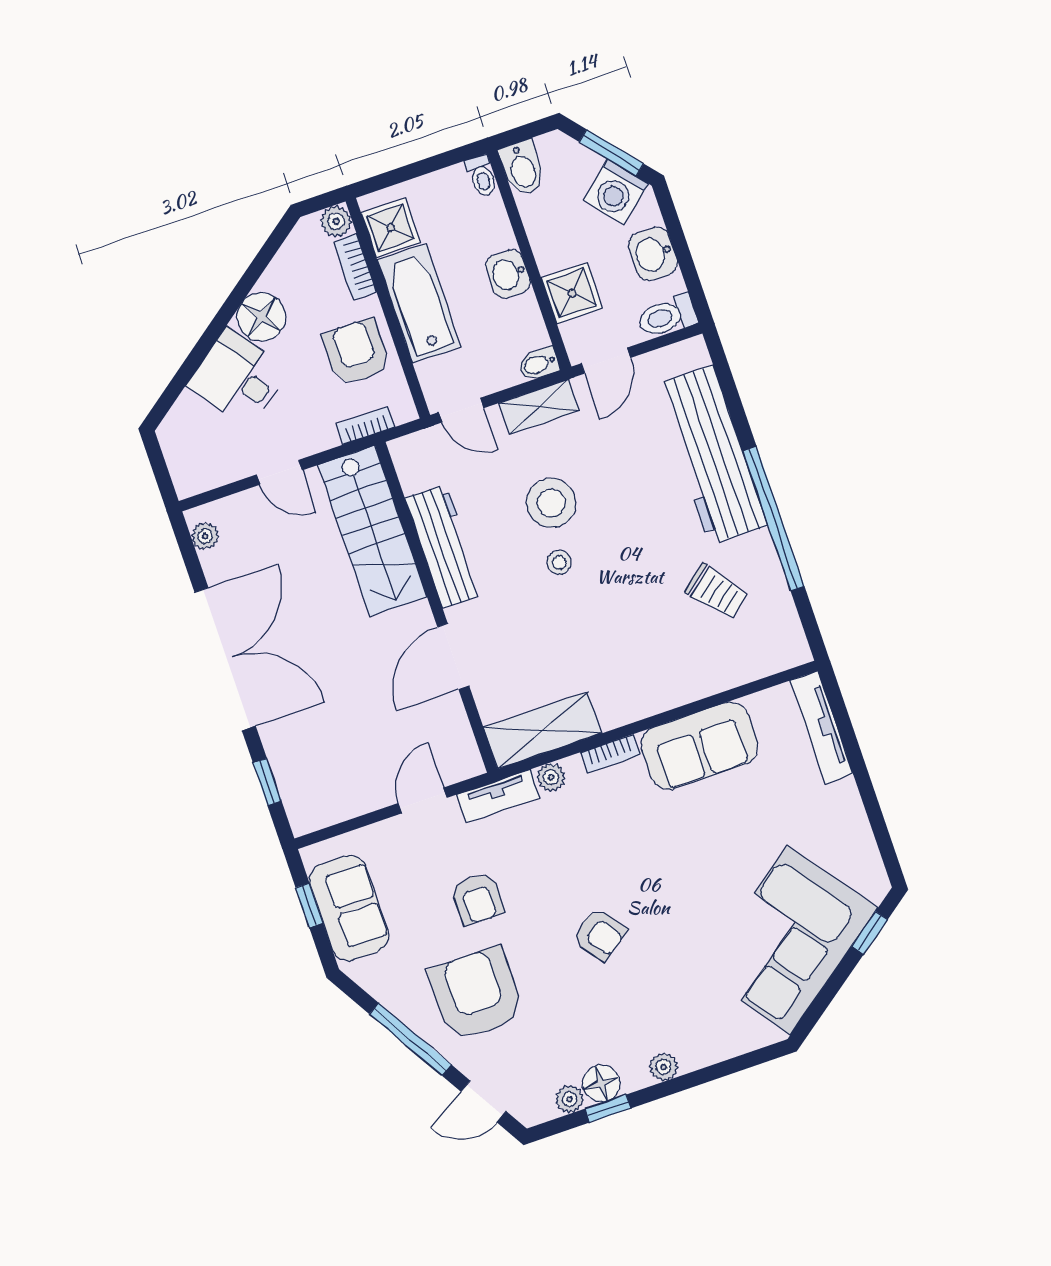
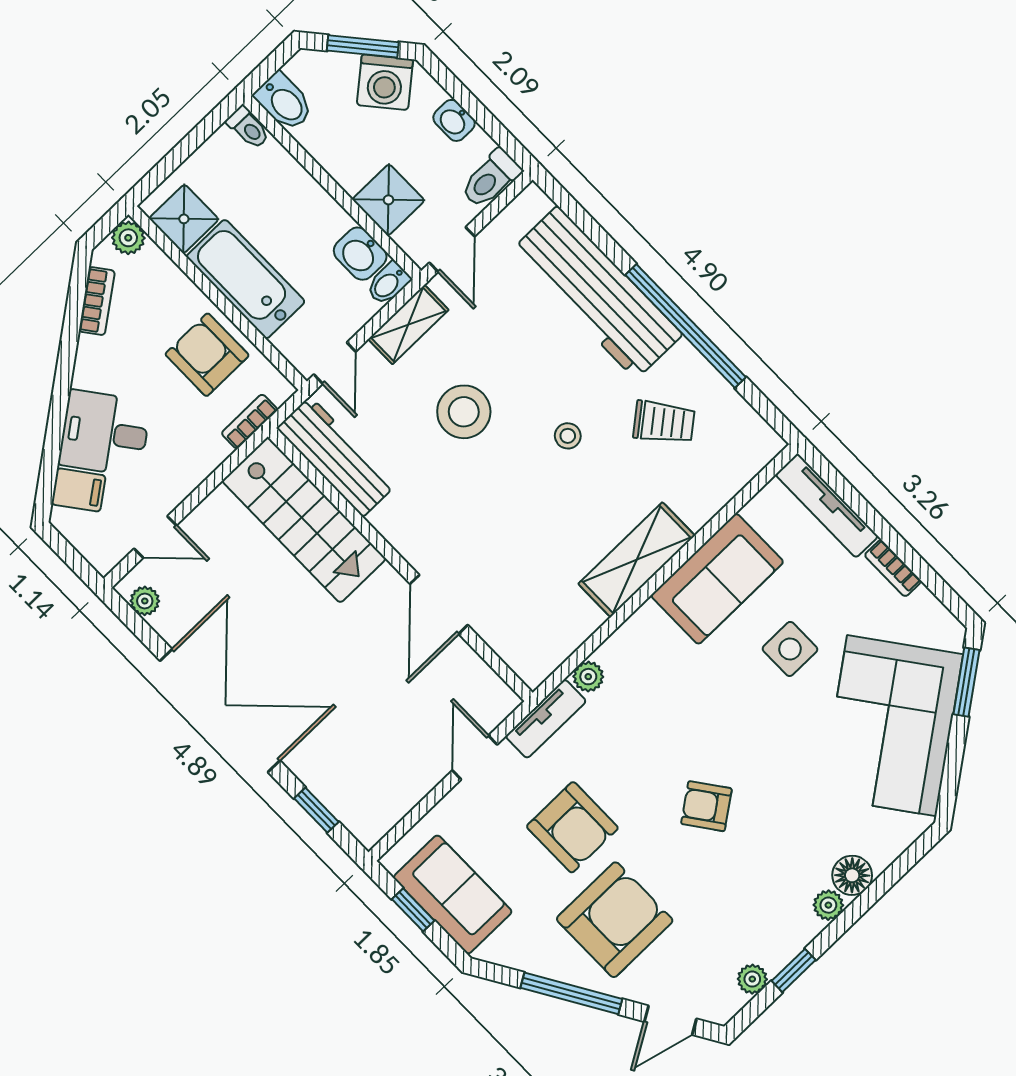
washbasin: (653, 254) -> (454, 120), width x0.72, depth x0.69
bookcase: (355, 267) -> (97, 301), moved, turned -127
washbasin: (508, 274) -> (360, 254), moved
floor lamp: (261, 317) -> (99, 364), removed
door: (461, 410) -> (335, 363), hinge flipped
filing cabinet: (193, 415) -> (78, 490), added
door: (279, 472) -> (155, 537), moved
workbench: (444, 546) -> (336, 457), moved
stool: (559, 562) -> (568, 436), moved
shelving: (542, 730) -> (637, 560), moved
bookcase: (610, 754) -> (893, 568), moved, turned 90
side table: (733, 834) -> (790, 649), added
armchair: (477, 899) -> (572, 827), width x1.38, depth x1.38
window: (870, 933) -> (966, 682), width x1.50
armchair: (600, 934) -> (706, 806), turned 180
armchair: (476, 994) -> (615, 920), turned 90
floor lamp: (601, 1083) -> (852, 875), moved

